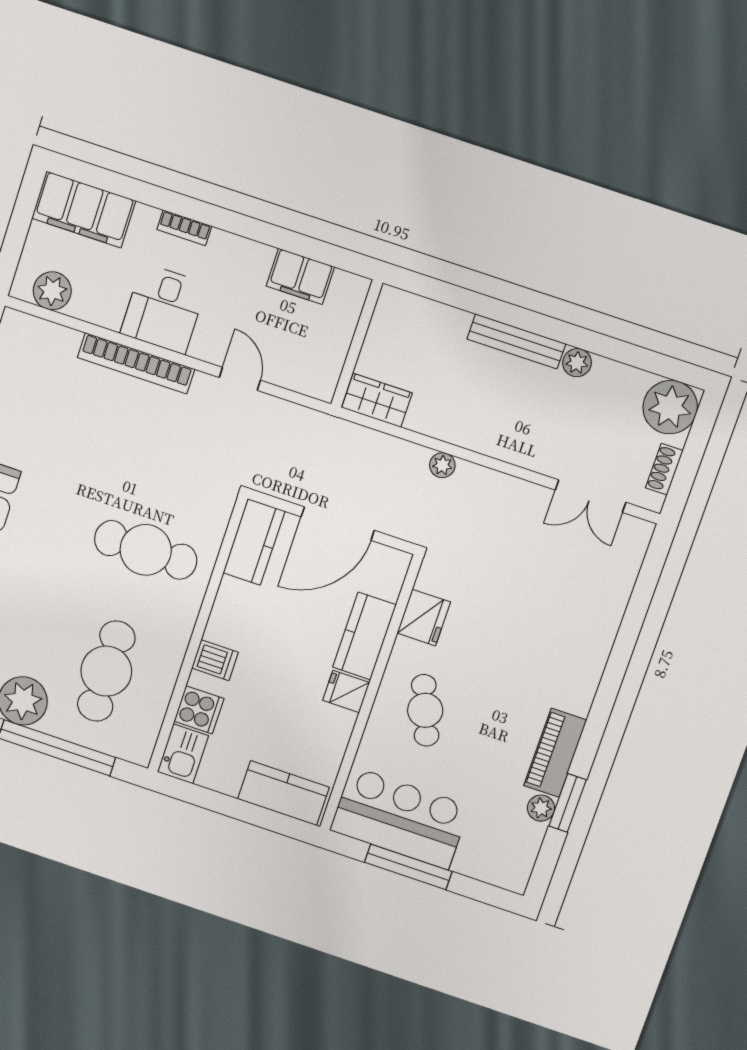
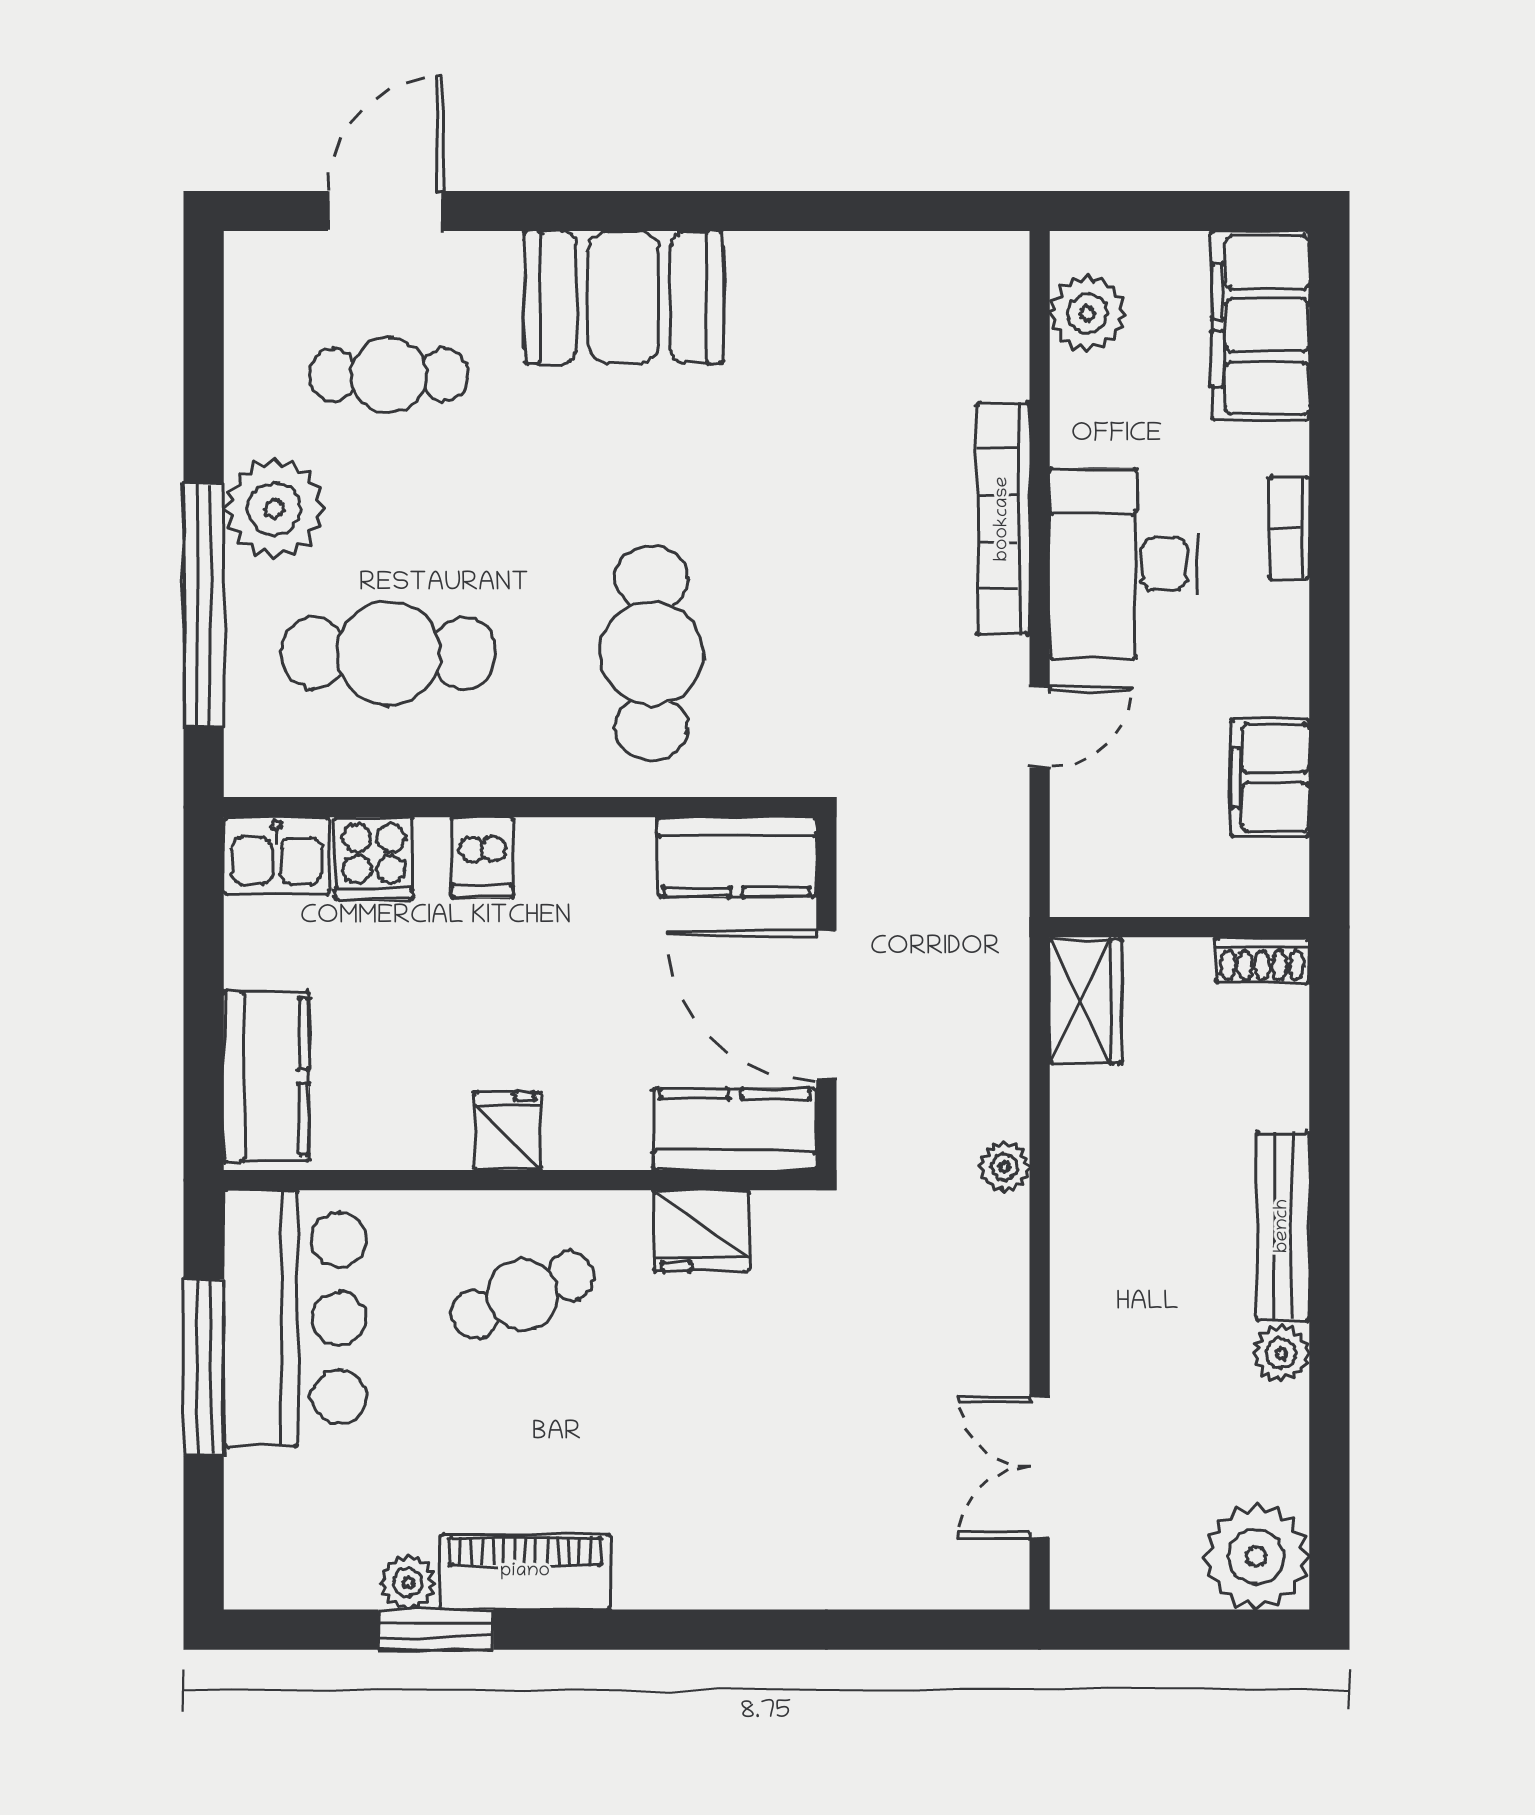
desk: (164, 309) -> (1124, 564), width x1.37
shoe rack: (664, 469) -> (1262, 960), moved, turned 180
kitchen counter: (364, 636) -> (735, 1129), moved

